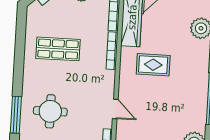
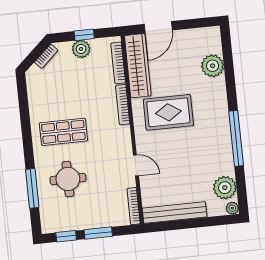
shop shelf: (58, 49) -> (63, 132), moved
rug: (153, 65) -> (168, 112), width x1.36, depth x1.43

